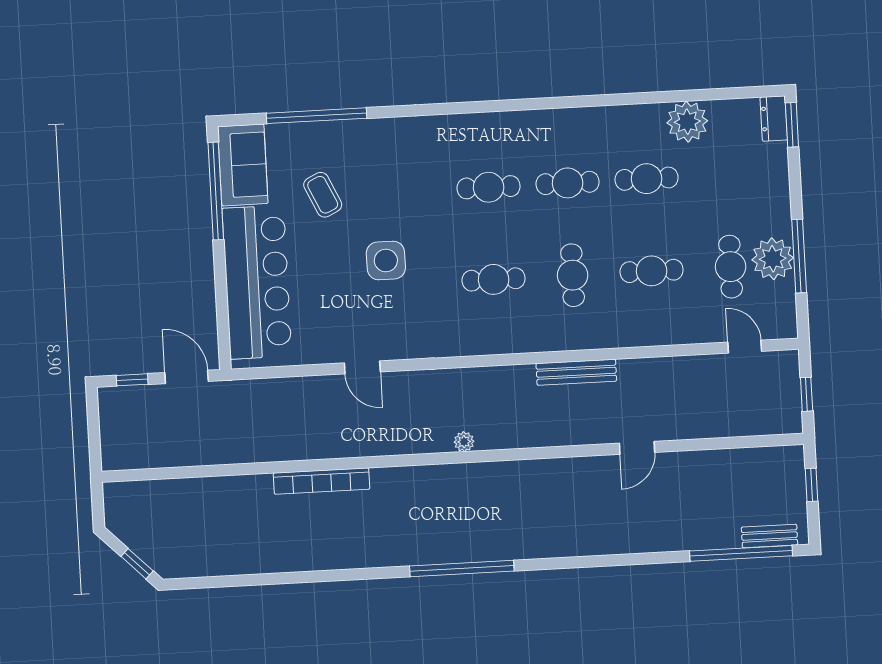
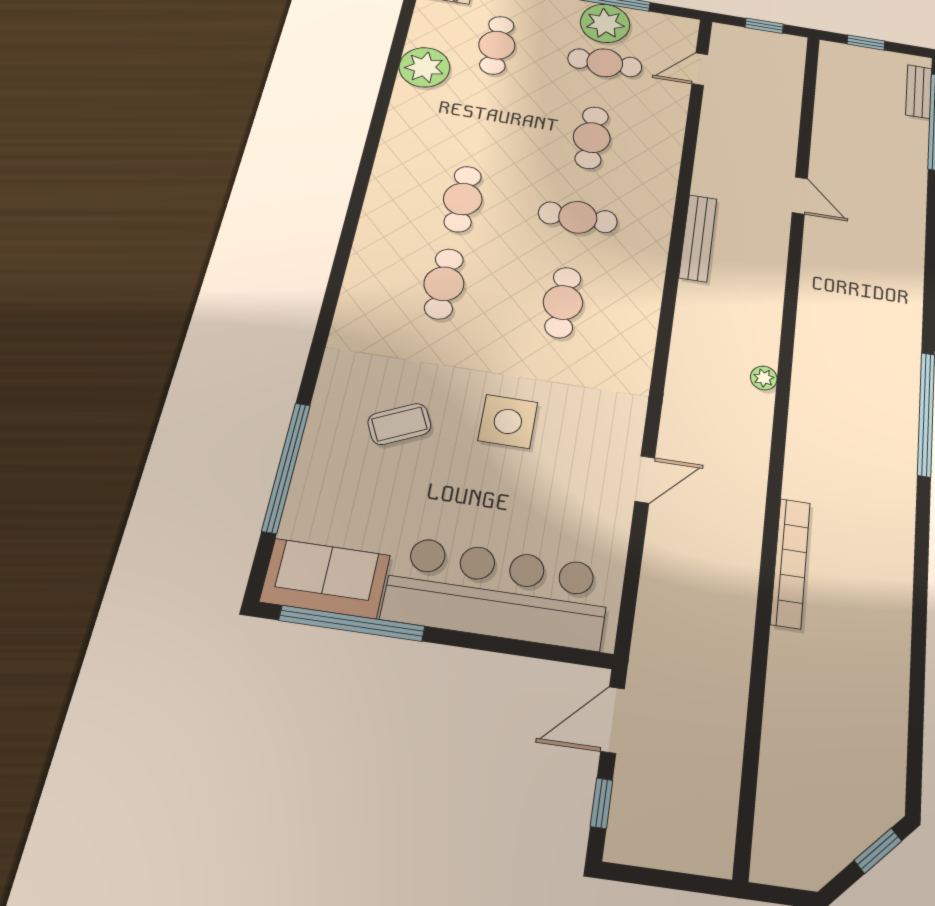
cafe table: (647, 179) -> (497, 45), moved
coffee table: (323, 195) -> (399, 424), moved

